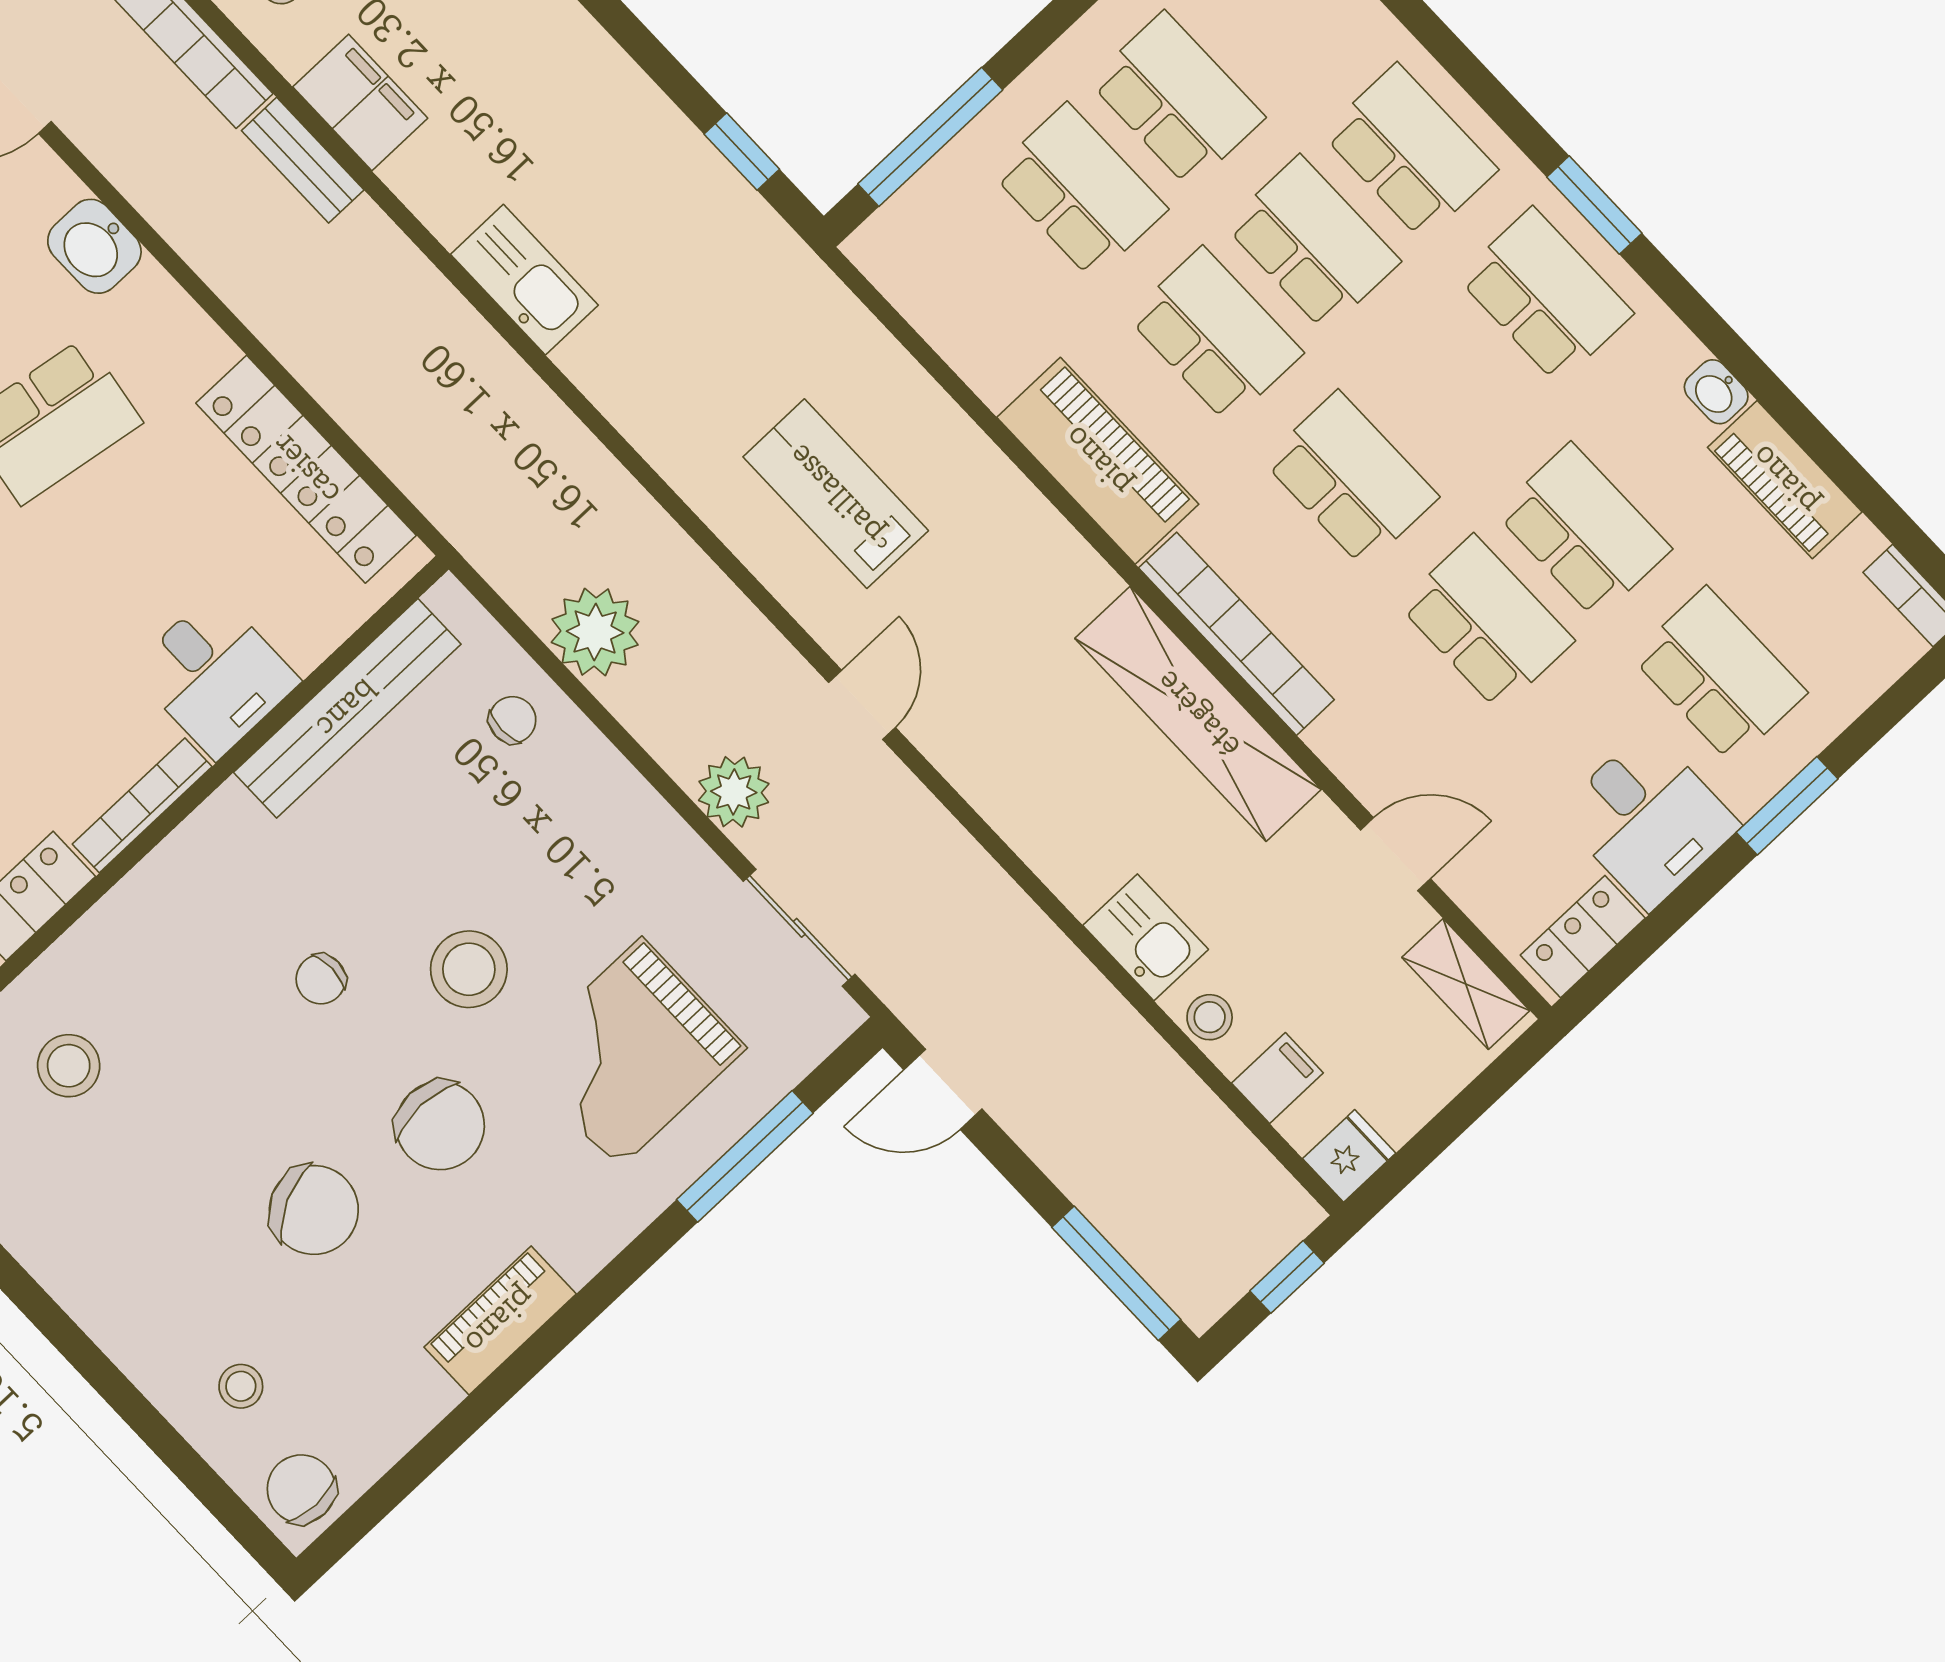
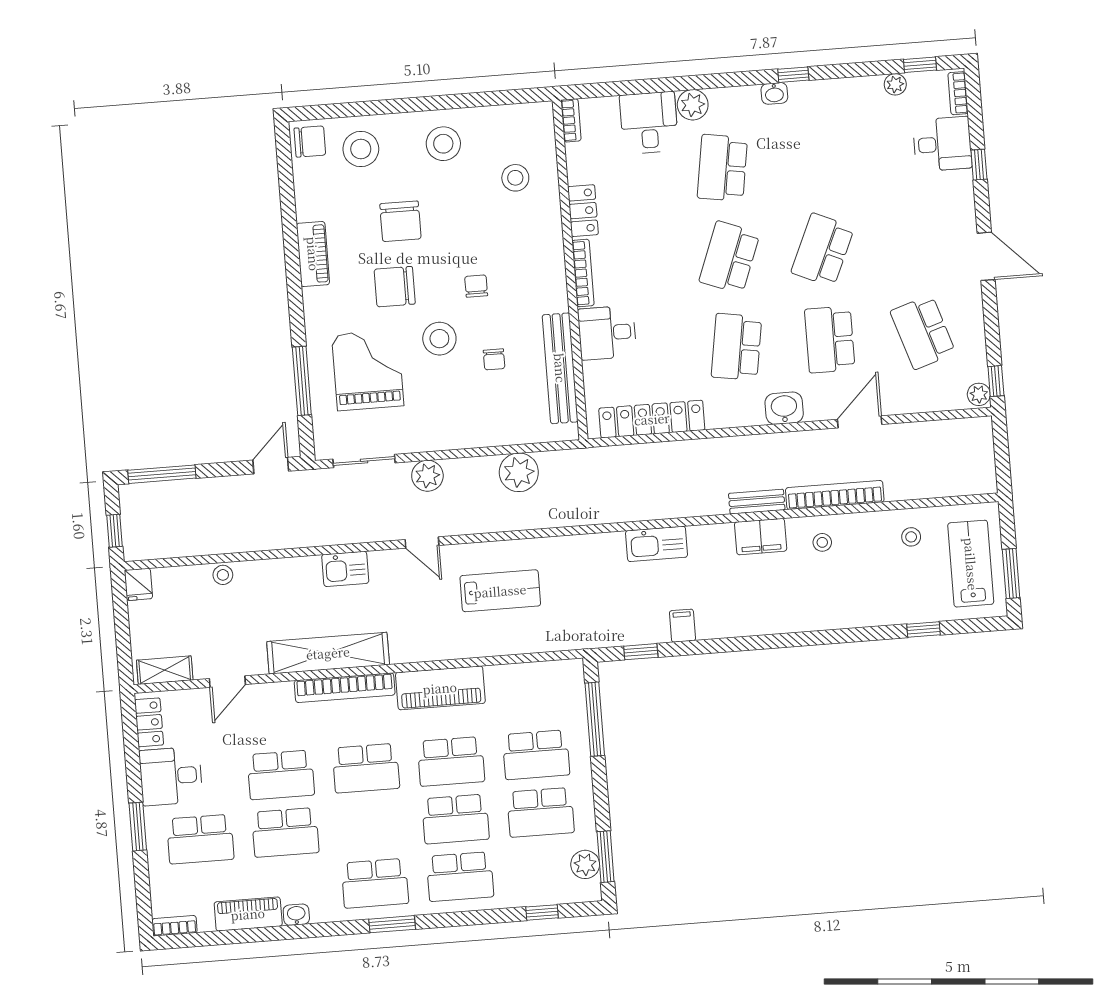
chair: (512, 720) -> (494, 359), moved
kitchen sink: (1146, 937) -> (345, 569), moved
filing cabinet: (1277, 1078) -> (682, 626), moved, turned 180
chair: (314, 1210) -> (400, 221), turned -64
stool: (112, 1245) -> (443, 144), added
stool: (241, 1386) -> (361, 149), width x1.89, depth x1.89

